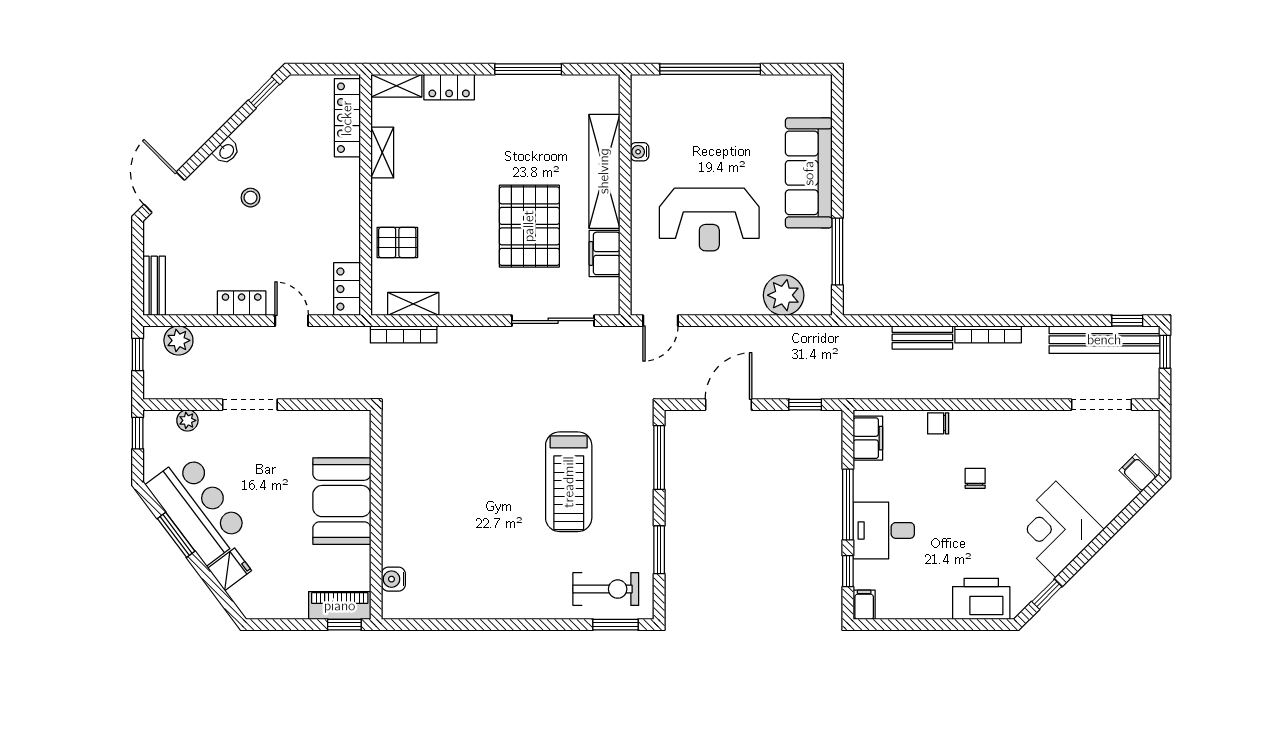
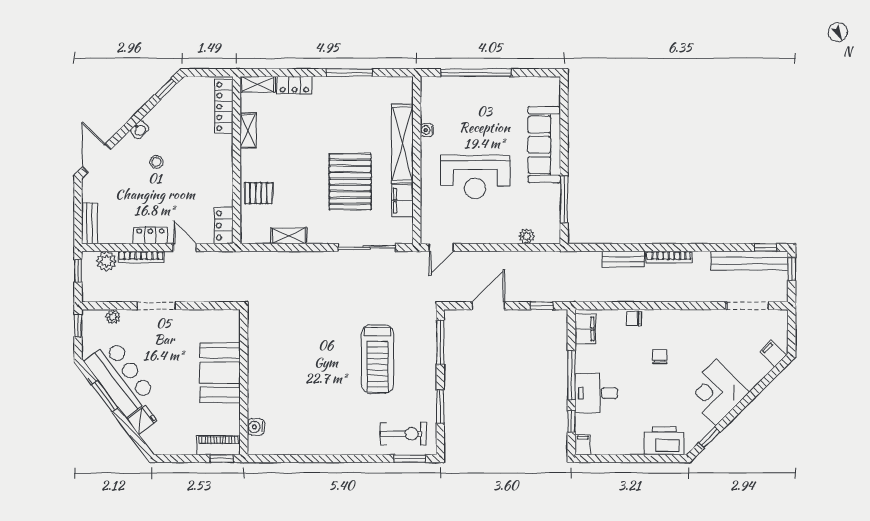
plant: (784, 295) -> (527, 236), width x0.53, depth x0.53
shelving: (413, 304) -> (289, 236), moved
bookcase: (404, 334) -> (141, 257), moved

